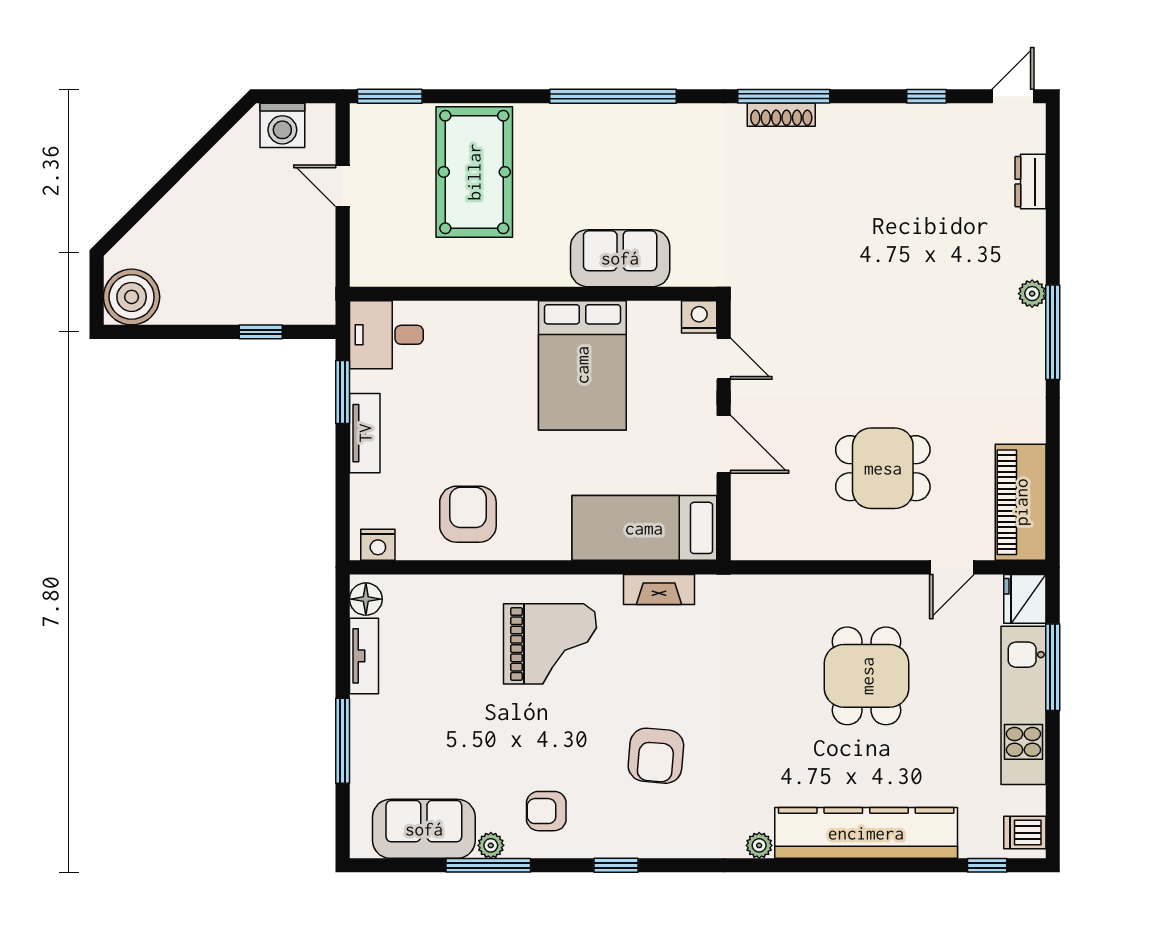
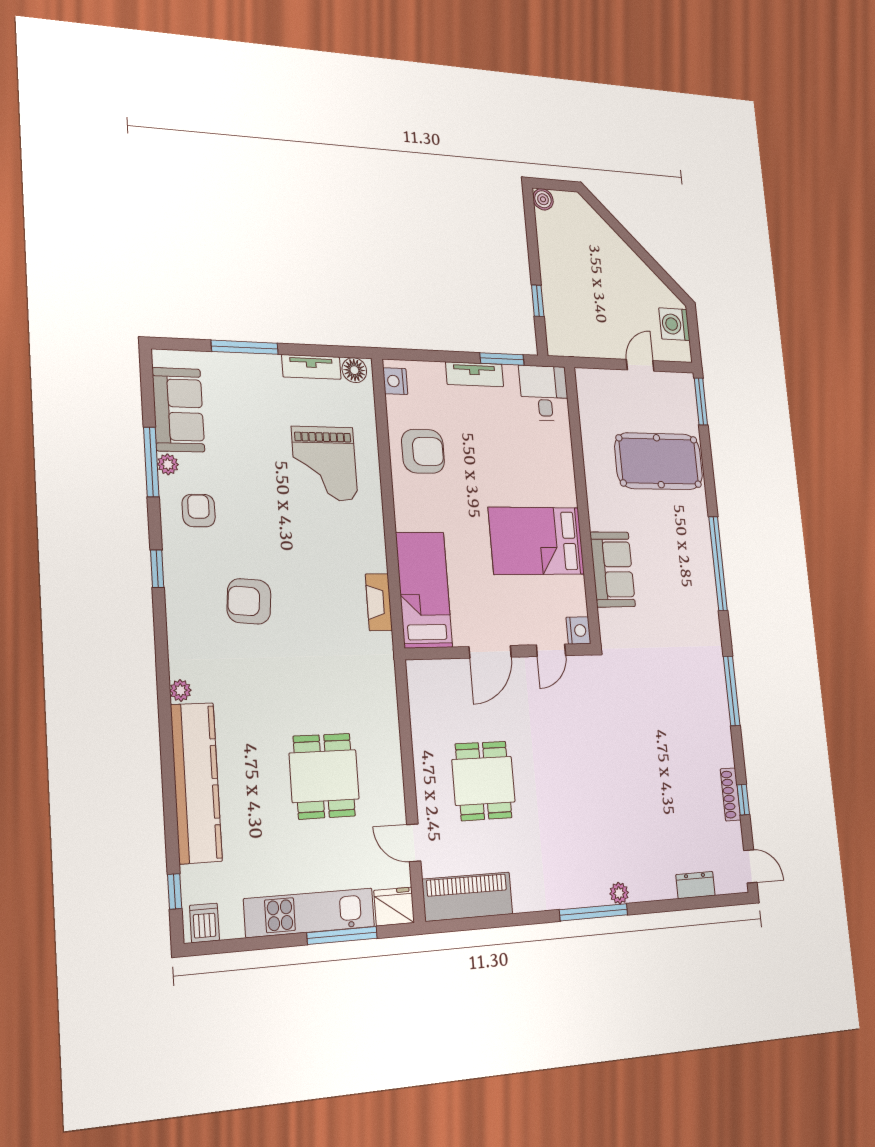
shoe rack: (781, 115) -> (731, 794), moved
boiler: (132, 297) -> (543, 199), width x0.54, depth x0.54
grand piano: (550, 644) -> (325, 464), moved
dining table: (867, 676) -> (324, 776), turned 90

